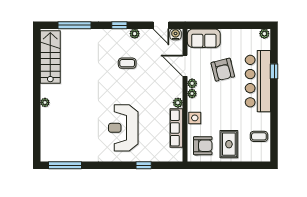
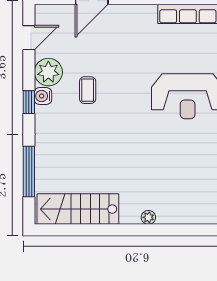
plant: (135, 34) -> (48, 72), width x1.87, depth x1.87
water cooler: (176, 34) -> (43, 96), moved
plant: (178, 103) -> (149, 12), removed

